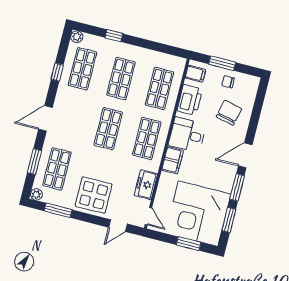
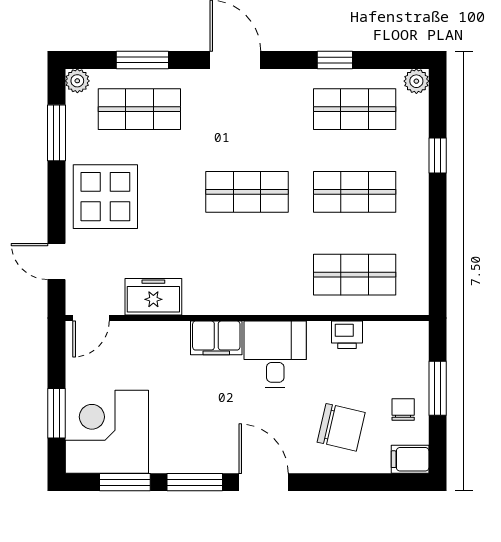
filing cabinet: (195, 74) -> (410, 459), moved, turned 90
printer: (190, 100) -> (347, 335), width x0.53, depth x0.68
shop shelf: (147, 138) -> (247, 275), removed
corner desk: (198, 214) -> (107, 432), width x0.74, depth x0.74

